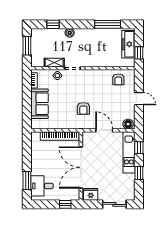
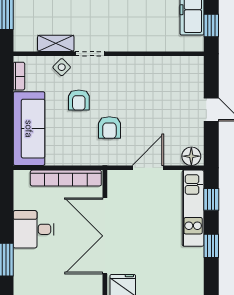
armchair: (118, 79) -> (79, 100), moved
sofa: (40, 104) -> (29, 129), width x1.36
door: (104, 130) -> (148, 168), hinge flipped
desk: (42, 186) -> (34, 229), moved

